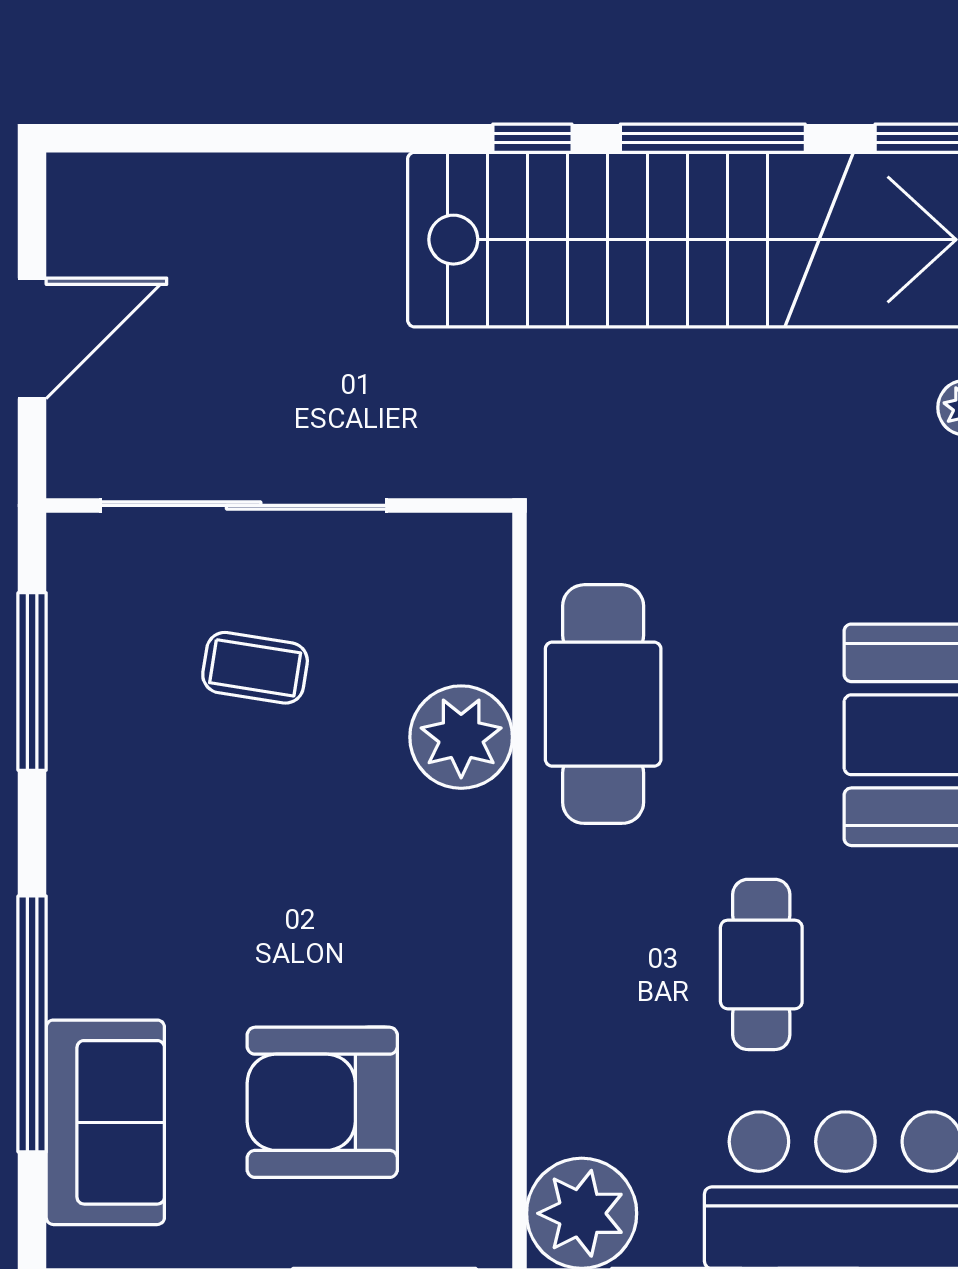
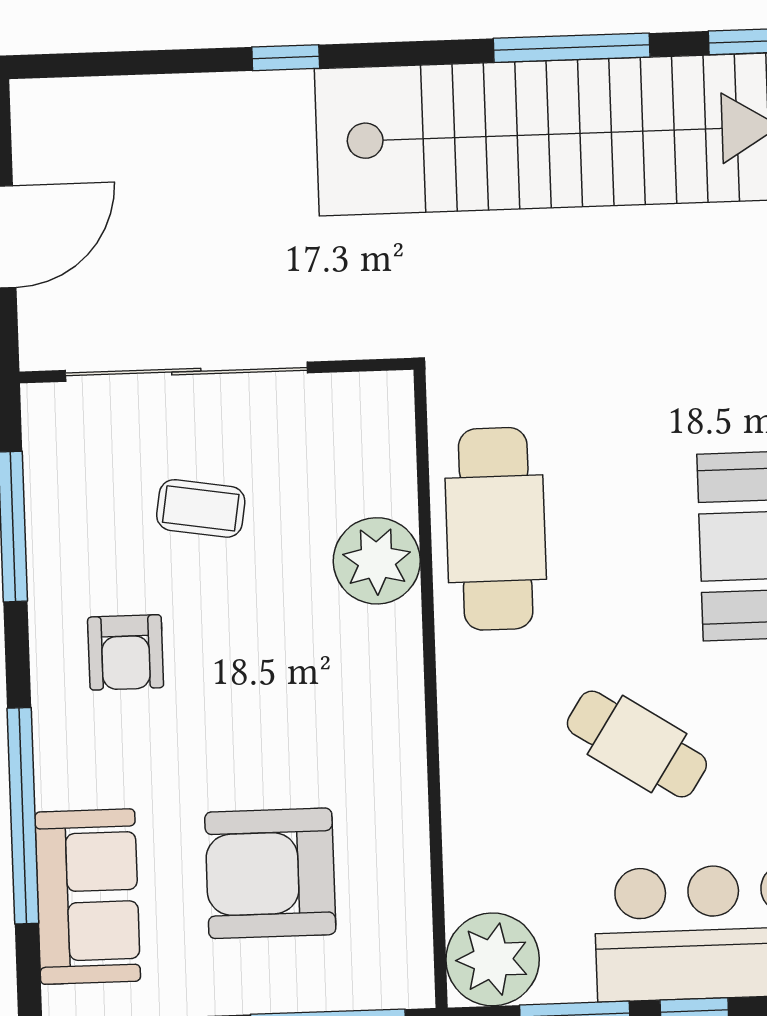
window: (532, 138) -> (286, 58), moved
armchair: (160, 835) -> (126, 652), added
cafe table: (761, 964) -> (637, 744), turned -57

